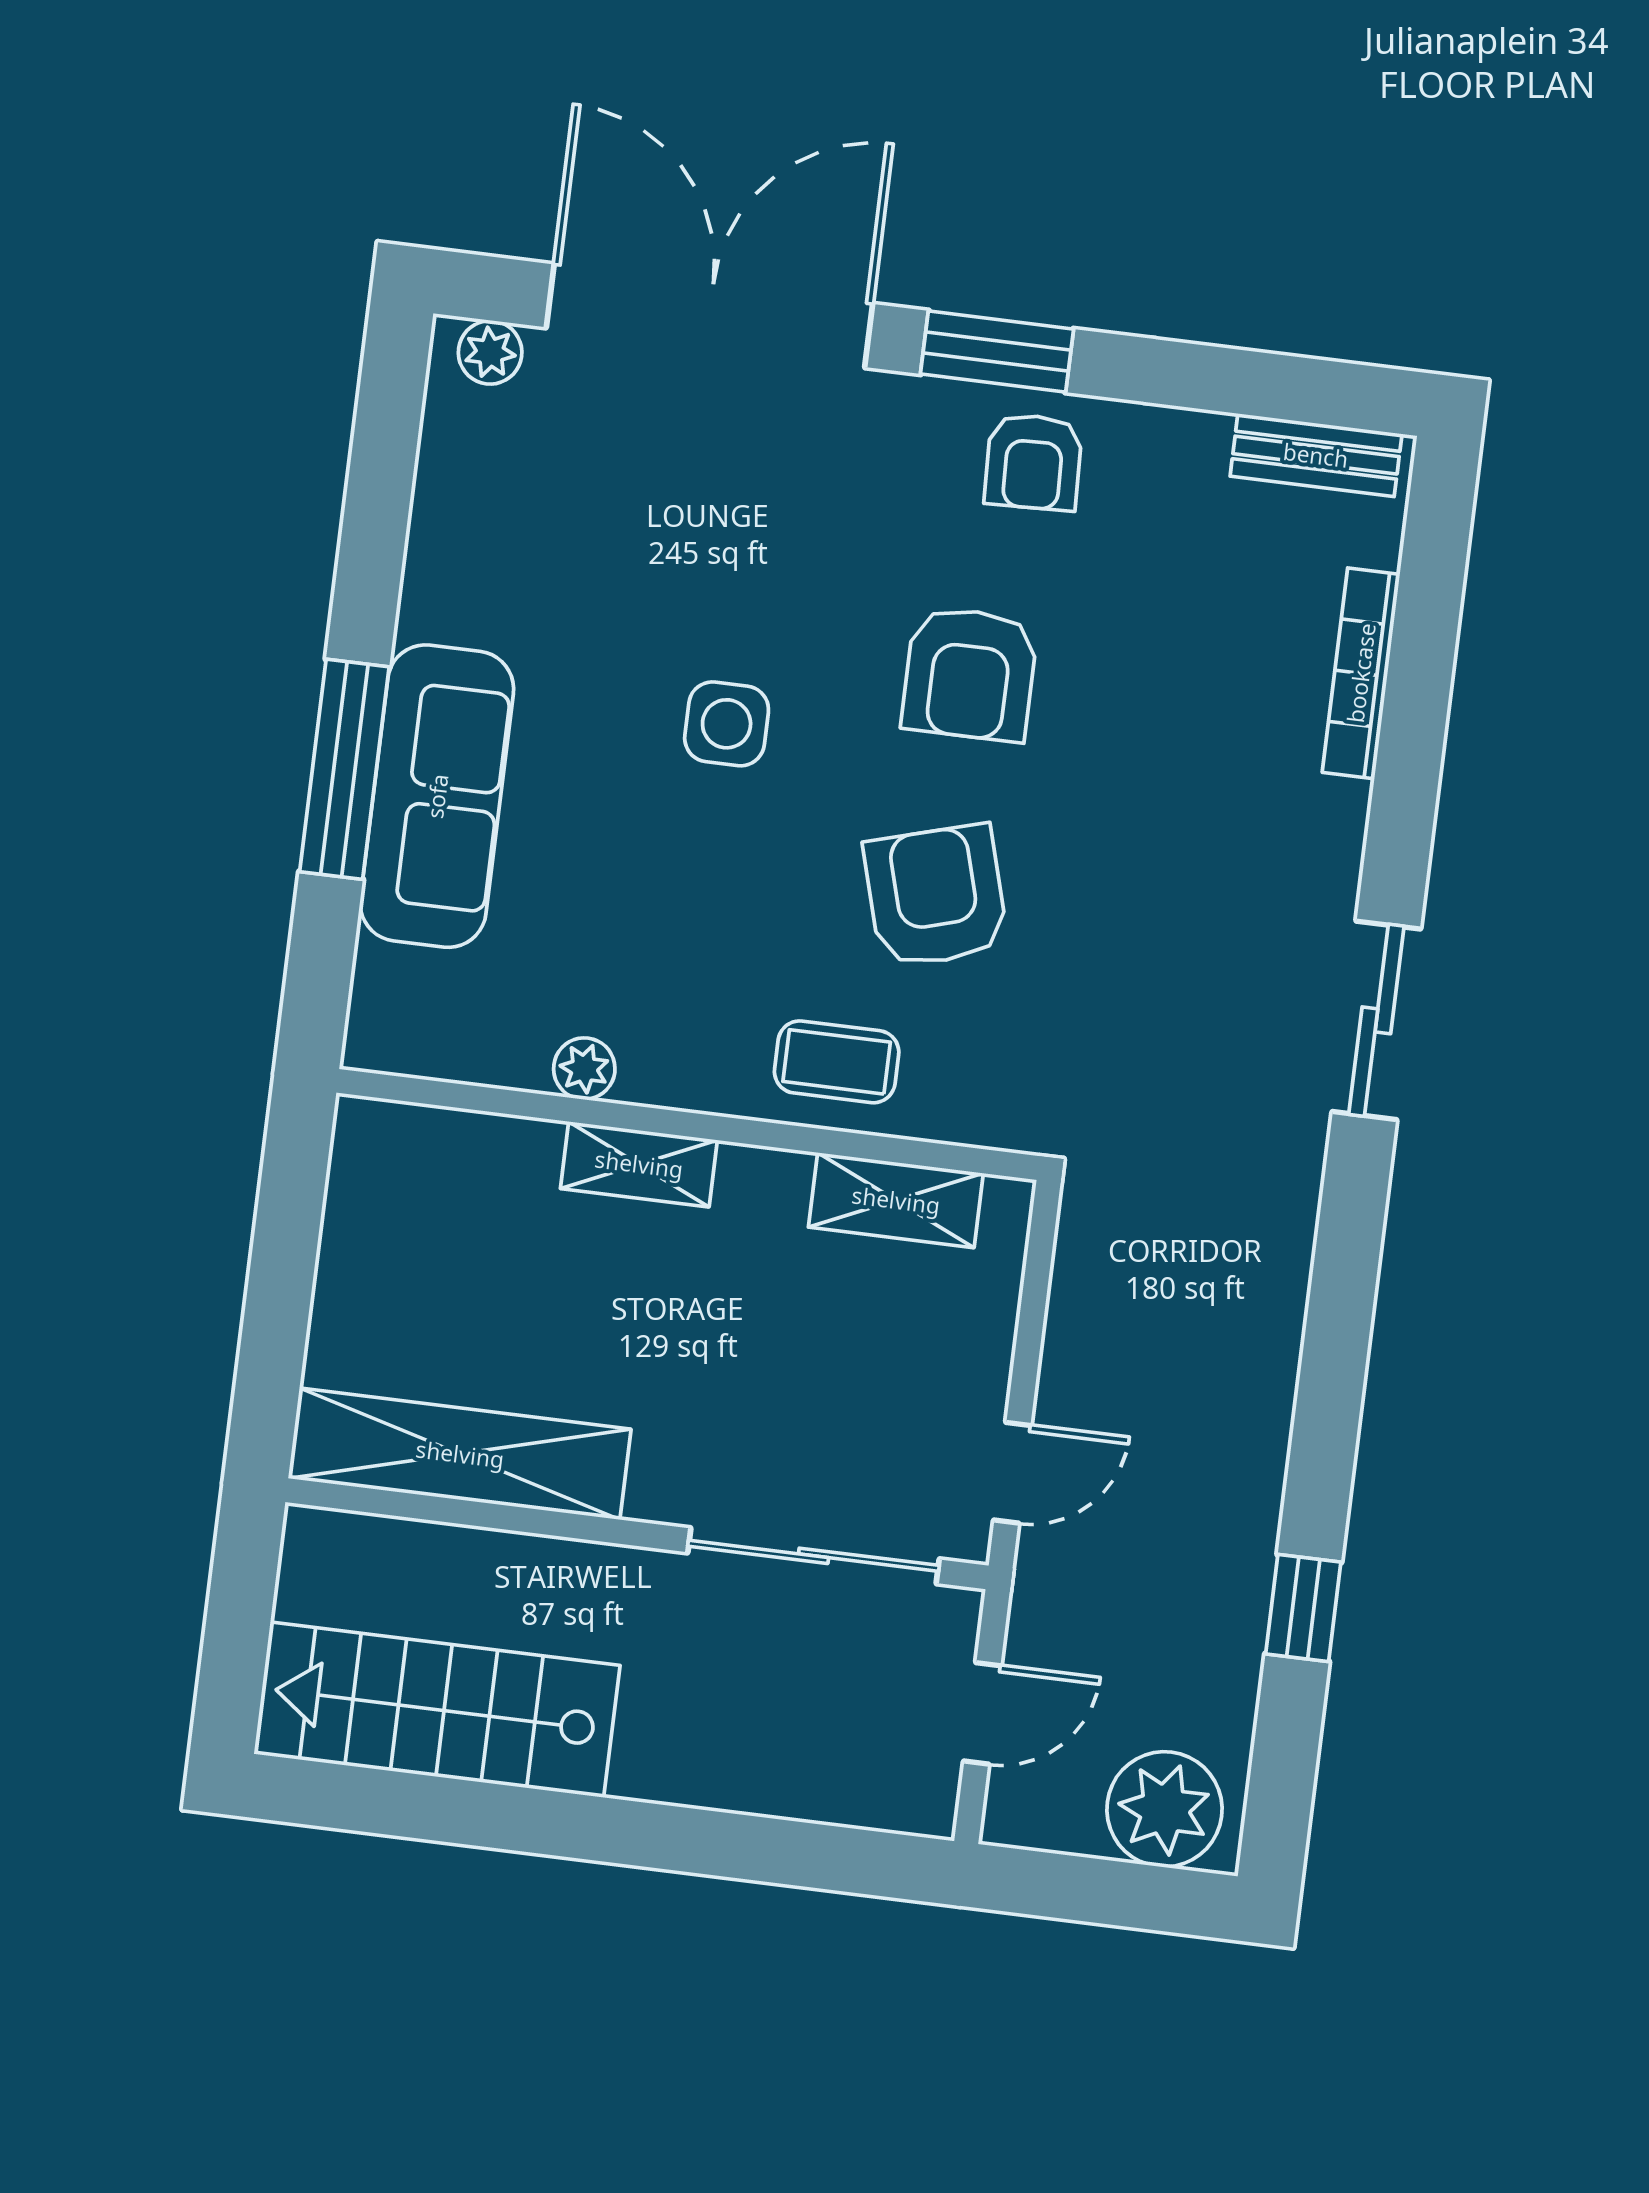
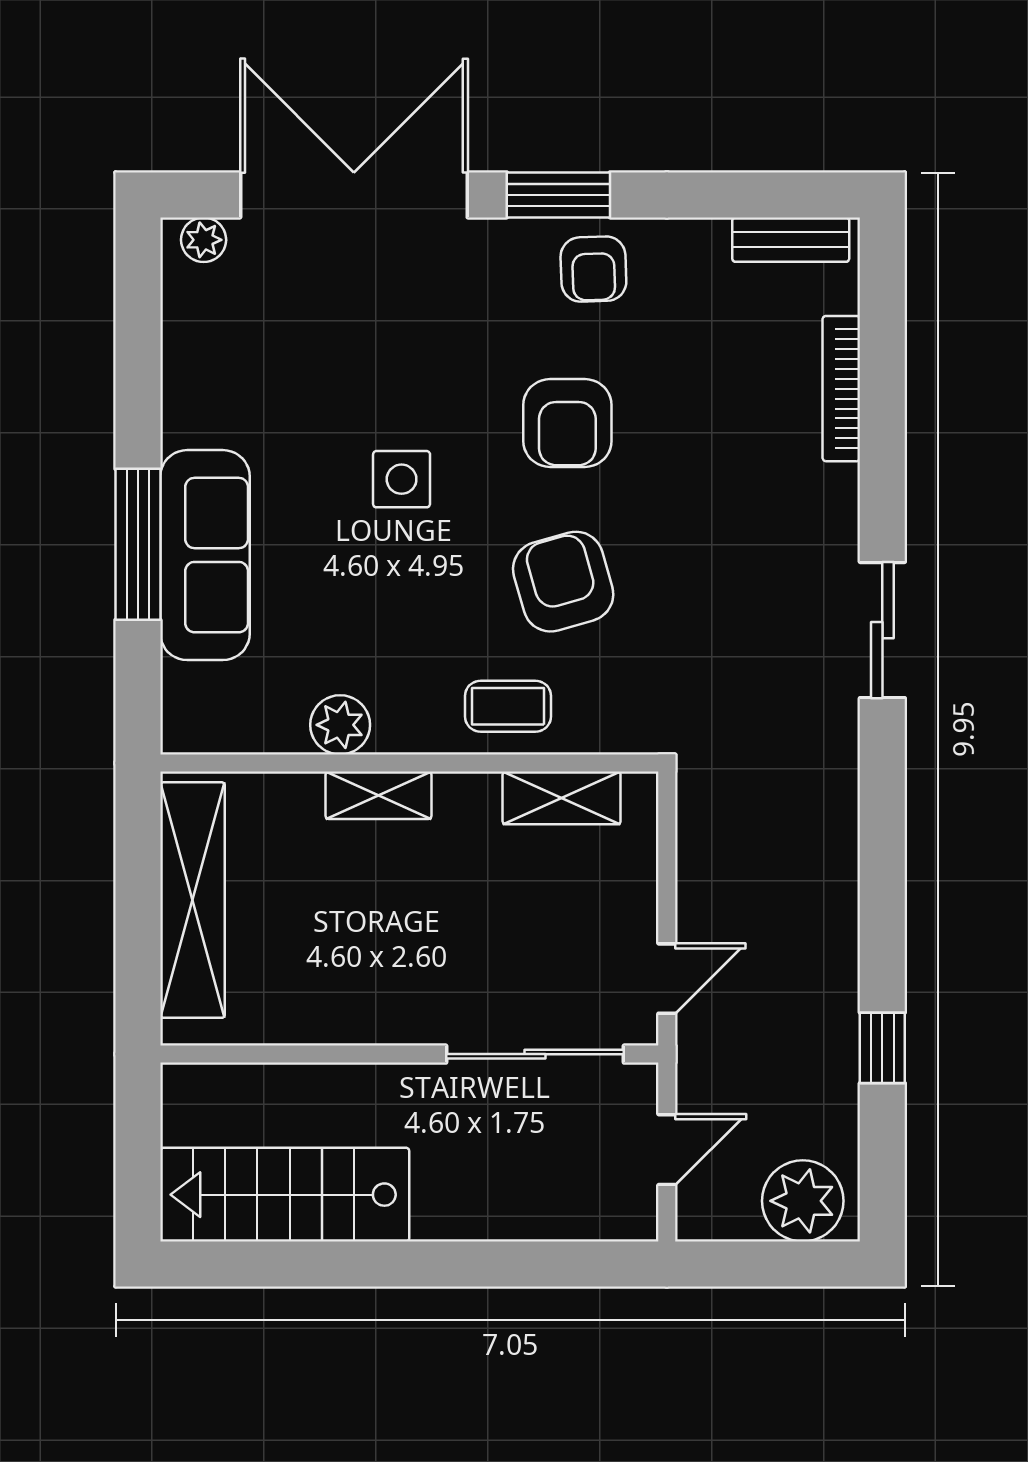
plant: (584, 1069) -> (340, 725), width x1.38, depth x1.38
shelving: (460, 1454) -> (193, 900), moved, turned 90

